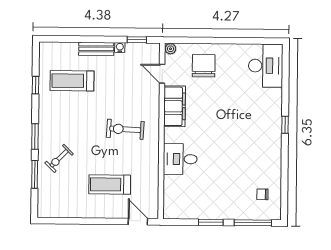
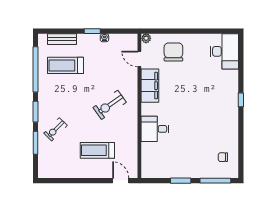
window: (137, 40) -> (92, 31), moved
bench: (96, 49) -> (62, 39), moved
window: (36, 85) -> (36, 69), width x3.17
exercise bike: (125, 129) -> (110, 105), turned -38

